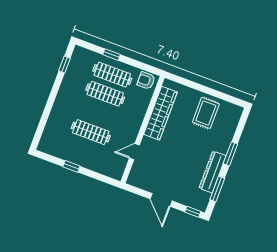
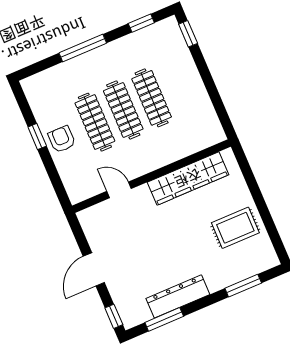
window: (112, 55) -> (188, 34), moved
clothes rail: (112, 75) -> (123, 110), moved
armchair: (146, 81) -> (62, 139), moved
window: (50, 104) -> (83, 48), added
window: (230, 154) -> (243, 286), moved

